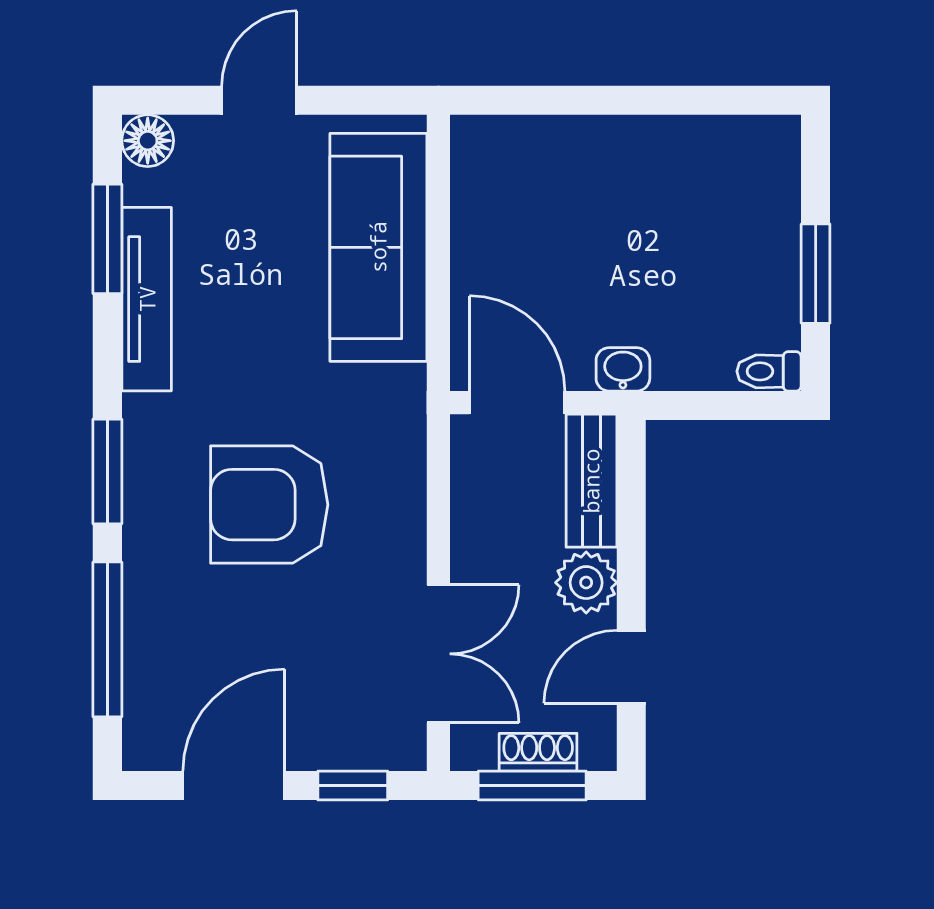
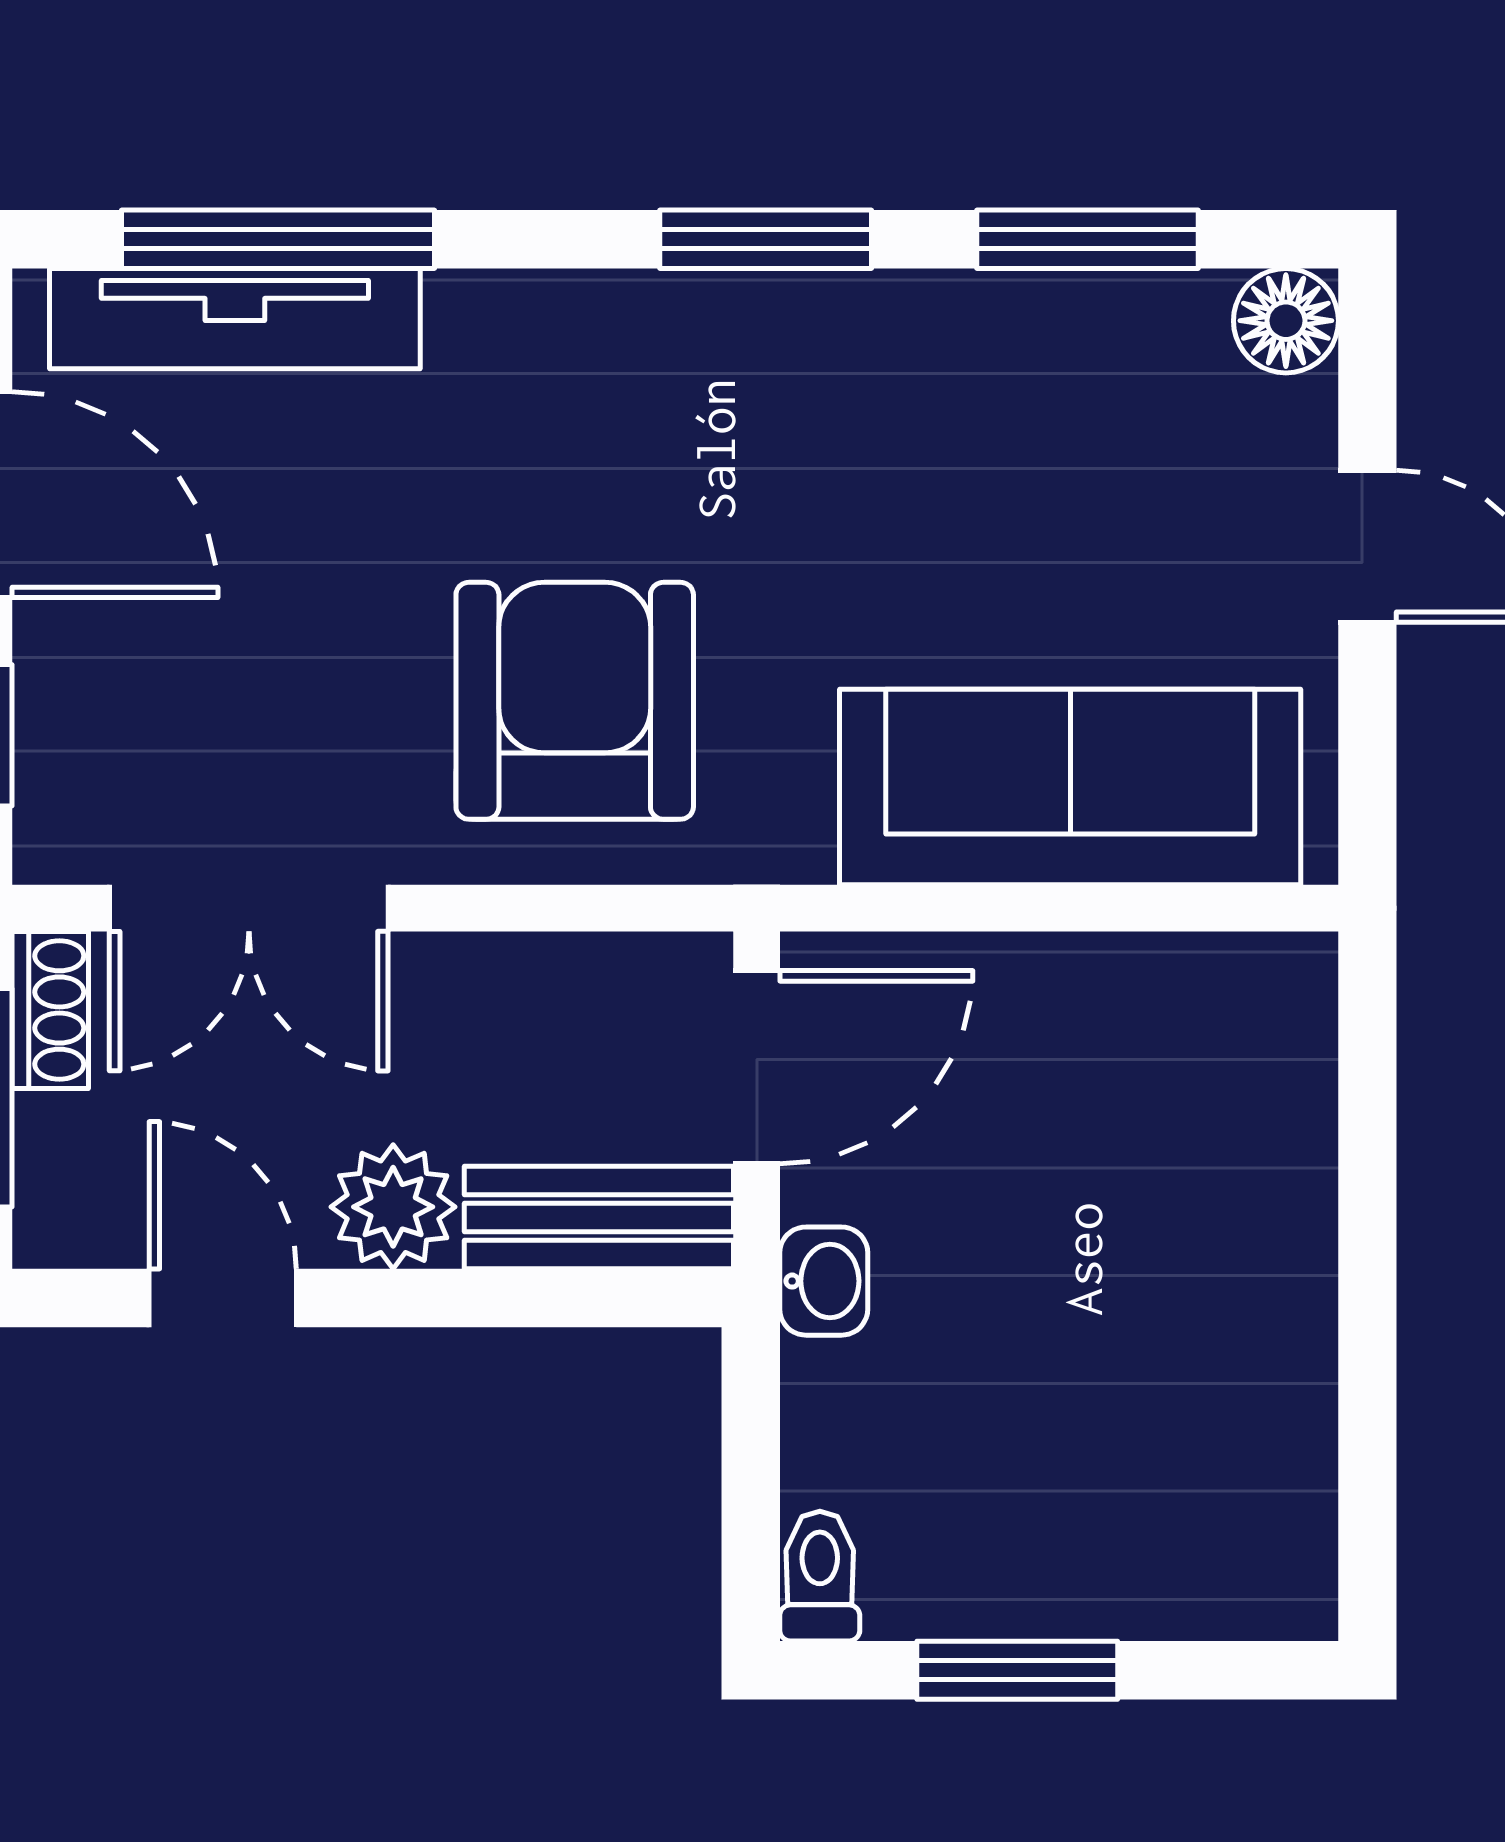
tv unit: (147, 299) -> (235, 319), moved
window: (107, 472) -> (766, 239), moved
armchair: (269, 505) -> (575, 701), moved
shoe rack: (538, 752) -> (50, 1010), moved

